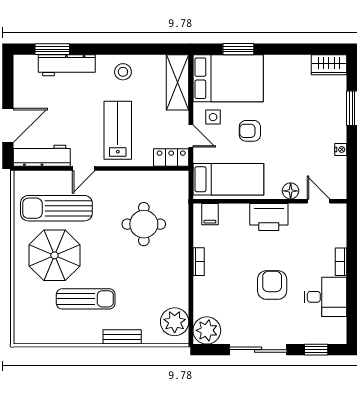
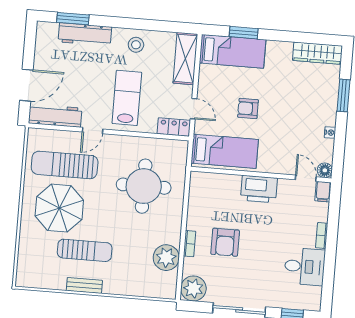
wardrobe: (329, 65) -> (318, 53), width x1.50
bed: (228, 78) -> (233, 51), width x0.67
side table: (213, 117) -> (215, 93), removed
floor lamp: (291, 191) -> (325, 170), moved
filing cabinet: (210, 214) -> (323, 192), moved
round table: (144, 224) -> (144, 186), width x1.36, depth x1.36
bookcase: (199, 262) -> (190, 244), moved
armchair: (272, 285) -> (225, 242), moved, turned 180
plant: (175, 322) -> (166, 258), moved
bench: (122, 337) -> (84, 285), moved

